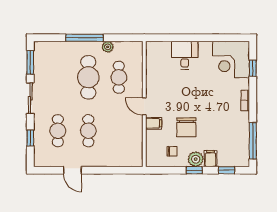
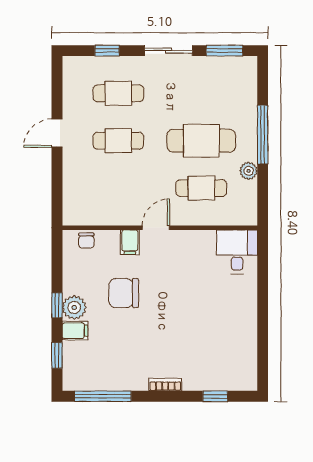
desk: (185, 55) -> (237, 252), moved, turned -90
corner desk: (231, 60) -> (229, 362), removed
chair: (172, 151) -> (86, 241), moved
door: (72, 170) -> (57, 133), moved

